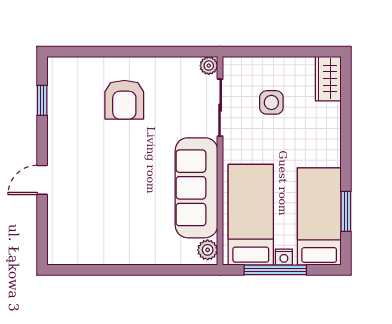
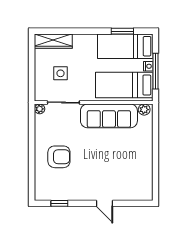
wardrobe: (328, 79) -> (53, 41), width x1.50

